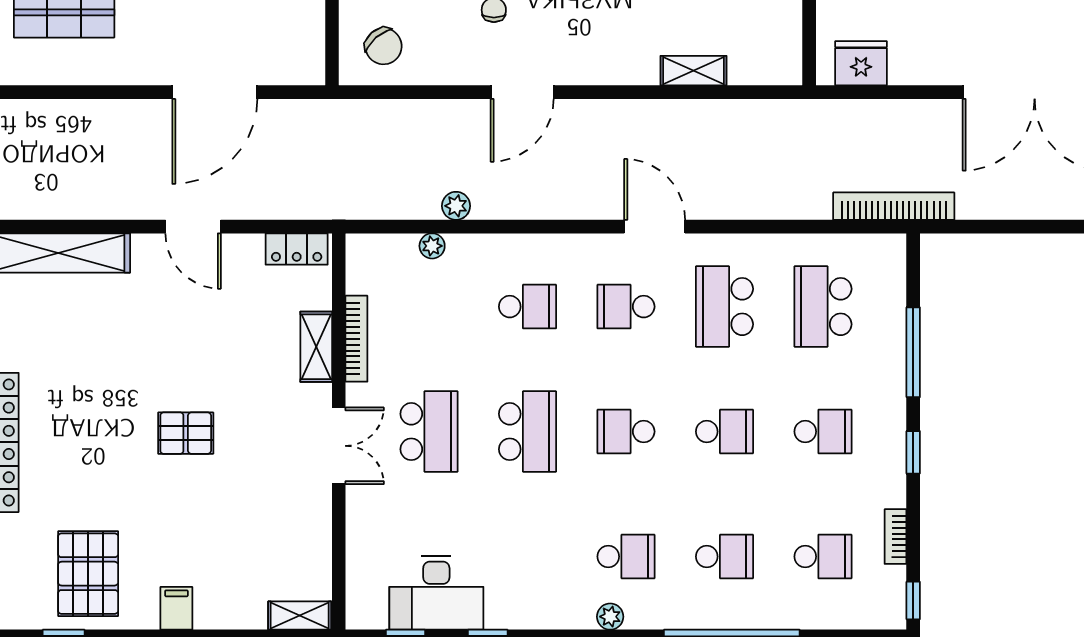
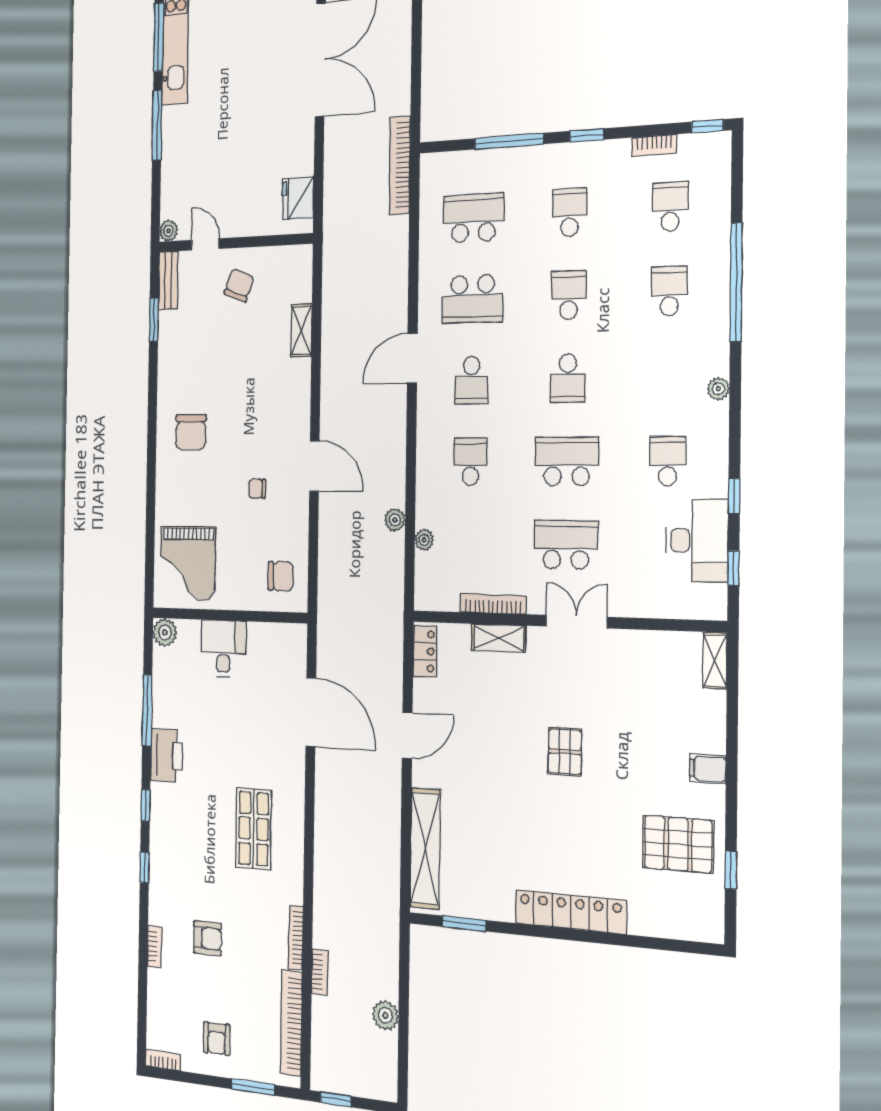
chair: (384, 46) -> (281, 576), turned 41
school desk: (823, 307) -> (473, 218), turned 180
school desk: (626, 557) -> (668, 461), moved

